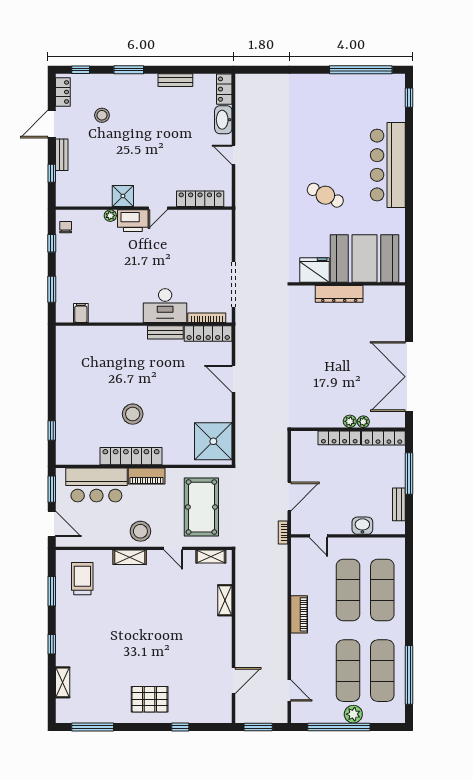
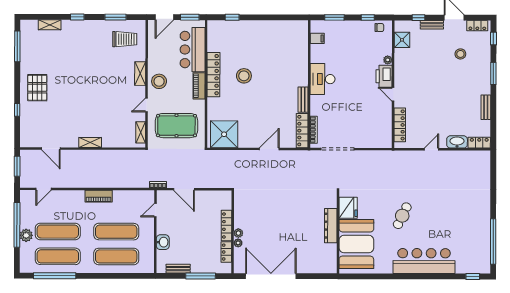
shower: (123, 196) -> (402, 40), moved
desk: (165, 306) -> (323, 79), moved
locker: (383, 438) -> (226, 252), width x0.66
shelving: (225, 600) -> (90, 142), moved

